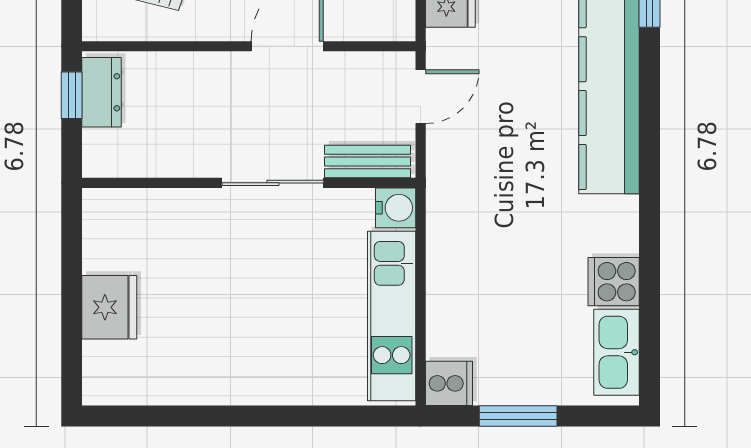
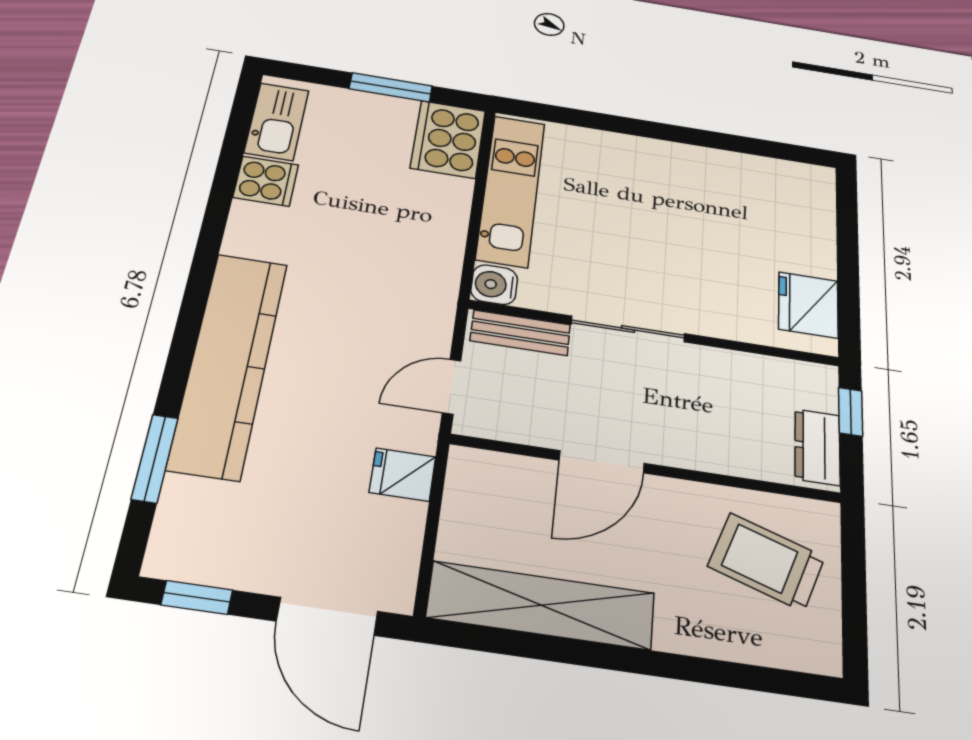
window: (72, 95) -> (851, 412), moved
fridge: (109, 307) -> (808, 305), moved
cooker: (449, 383) -> (448, 139), width x1.87, depth x1.31

